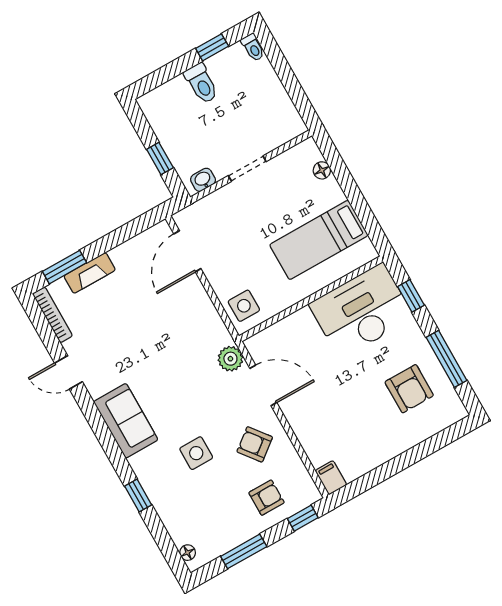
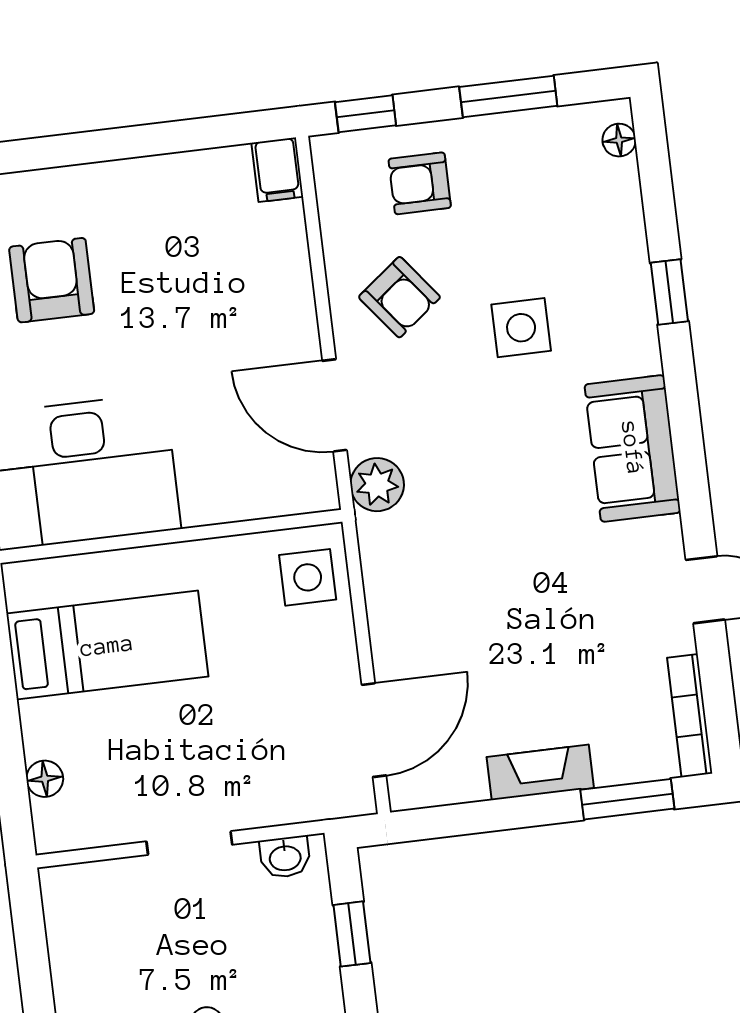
fireplace: (90, 273) -> (540, 772), moved

